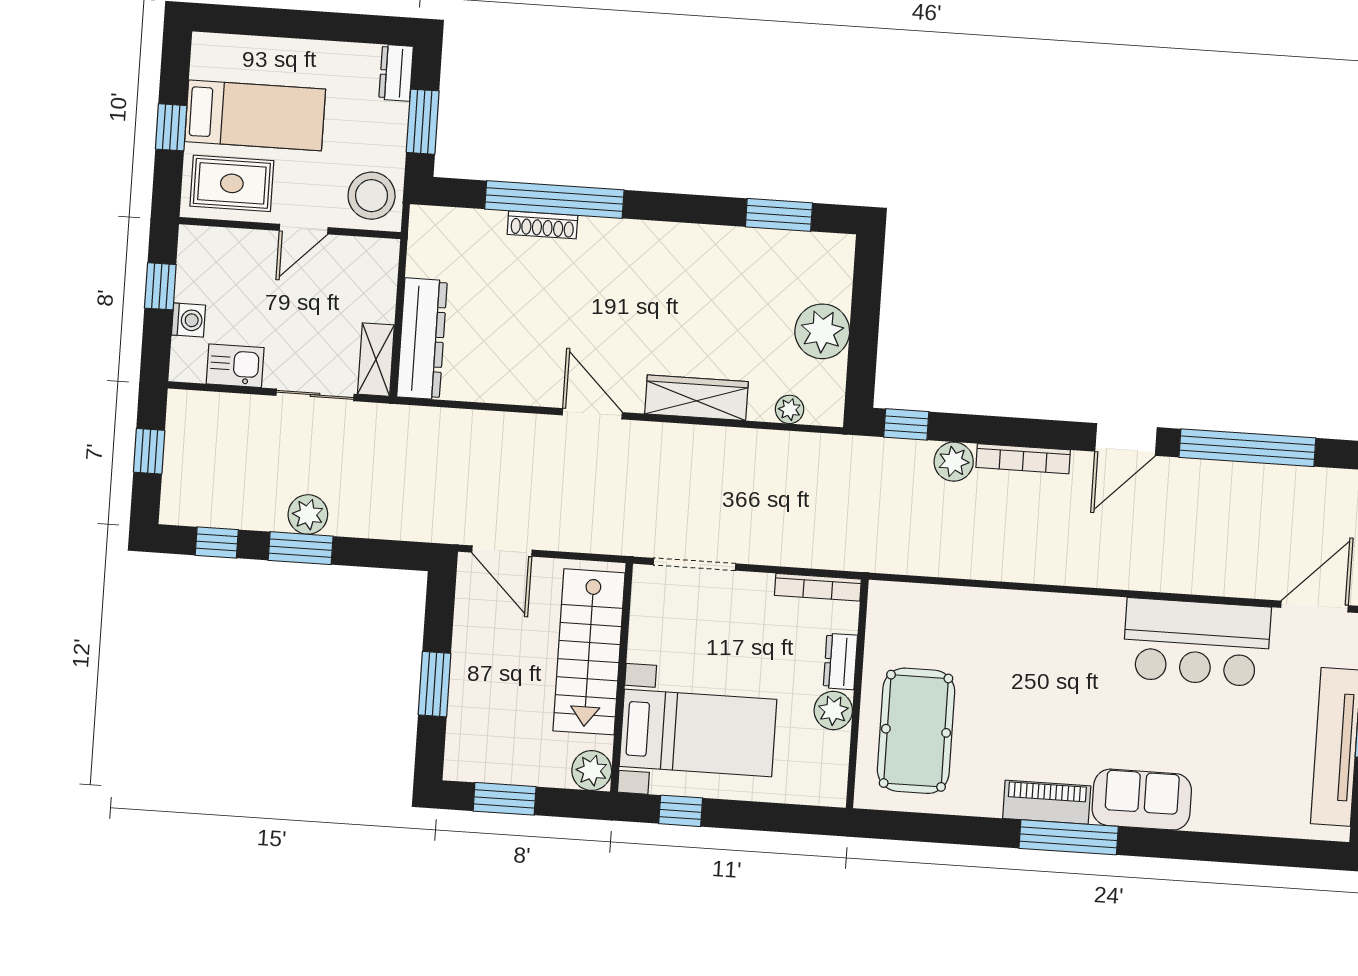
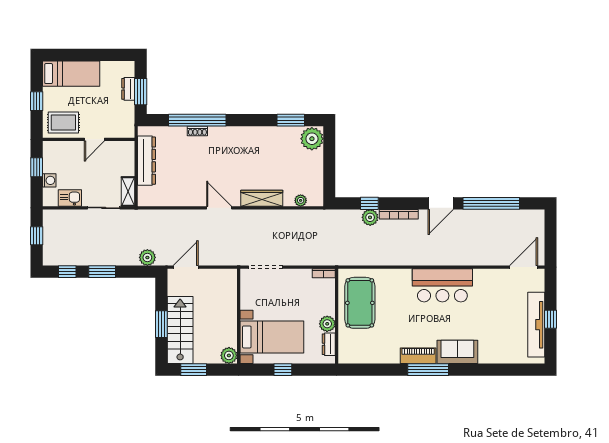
dresser: (396, 73) -> (128, 89), moved
bed: (255, 115) -> (71, 74), moved
stool: (372, 196) -> (122, 124), removed
shoe rack: (542, 225) -> (197, 131), width x0.70
plant: (822, 331) -> (312, 139), moved
dresser: (422, 339) -> (146, 161), moved
window: (906, 424) -> (369, 203), moved
plant: (308, 514) -> (147, 257), moved
door: (502, 551) -> (186, 267), swing flipped
bookcase: (818, 587) -> (324, 273), width x0.64
bar counter: (1197, 642) -> (442, 285), moved
stairs: (589, 652) -> (180, 330), moved, turned 180
dresser: (840, 661) -> (329, 344), moved
pool table: (916, 731) -> (360, 303), moved
window: (681, 811) -> (283, 370), moved

